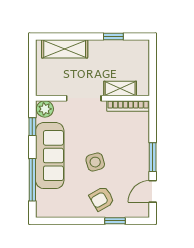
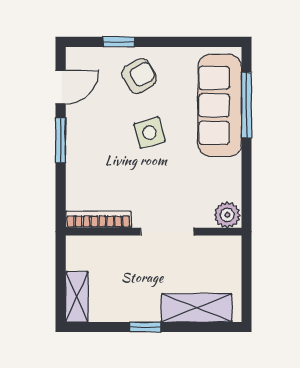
window: (113, 36) -> (145, 327), moved
shelving: (120, 88) -> (77, 297), moved, turned 90
window: (32, 127) -> (247, 187), removed
sofa: (50, 156) -> (220, 105), moved

